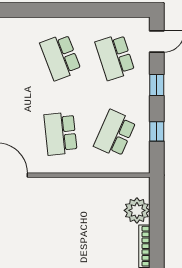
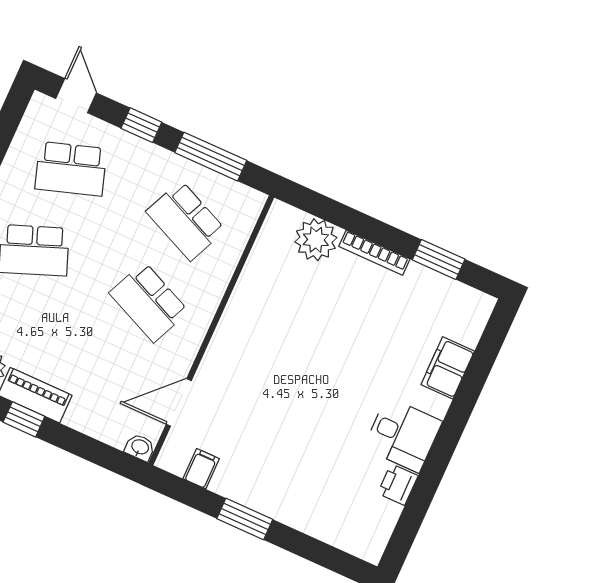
window: (157, 131) -> (211, 157), width x2.17
school desk: (60, 134) -> (149, 302), turned 30

